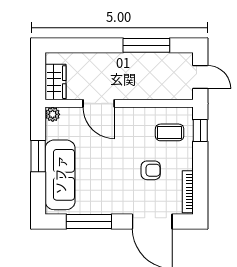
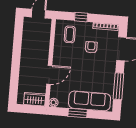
window: (146, 45) -> (17, 44), removed
window: (200, 130) -> (81, 17), moved

